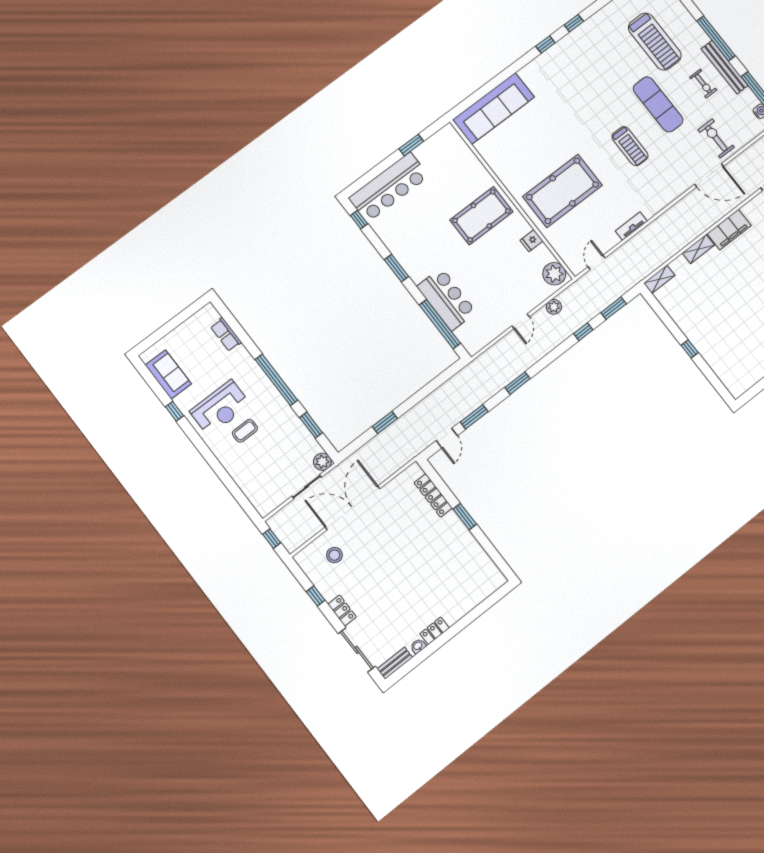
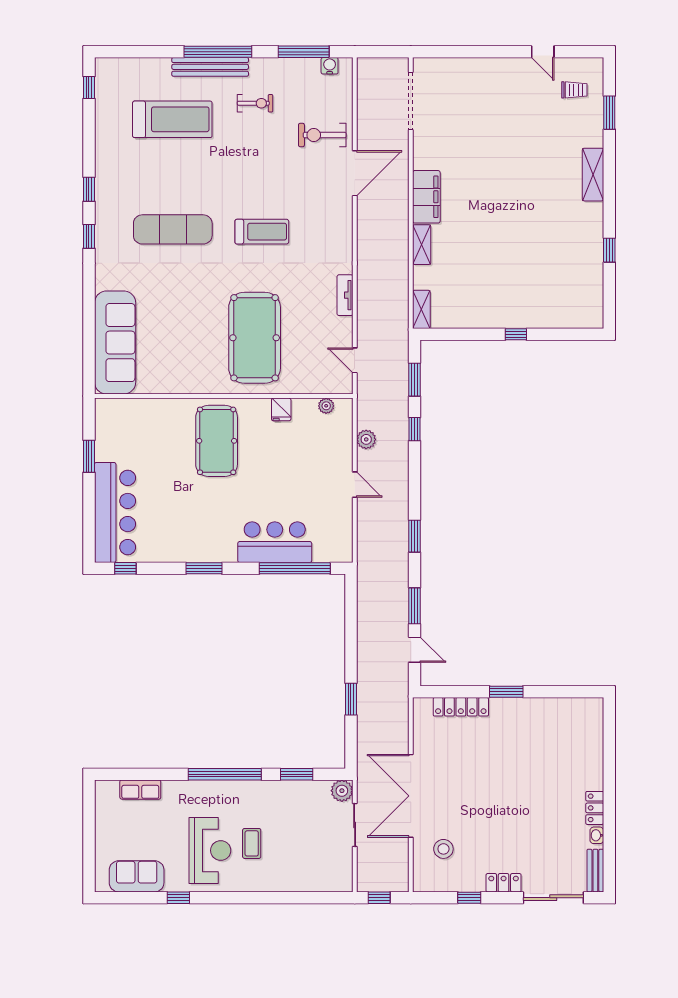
bench: (725, 67) -> (210, 67), moved
exercise mat: (658, 104) -> (173, 229), moved
plant: (554, 274) -> (326, 406), width x0.53, depth x0.53

